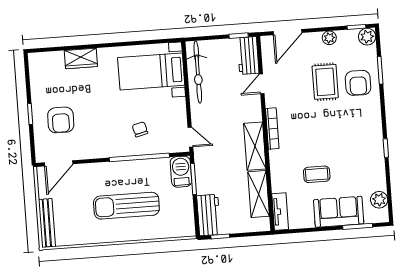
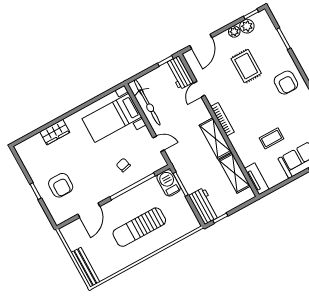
plant: (367, 37) -> (247, 26), moved
armchair: (358, 83) -> (286, 83), moved
door: (190, 137) -> (159, 144), moved
door: (59, 163) -> (89, 210), moved

